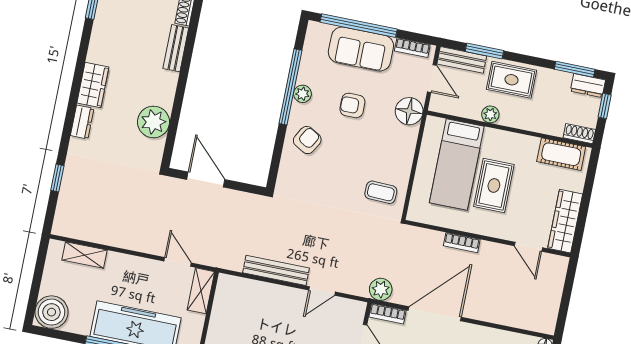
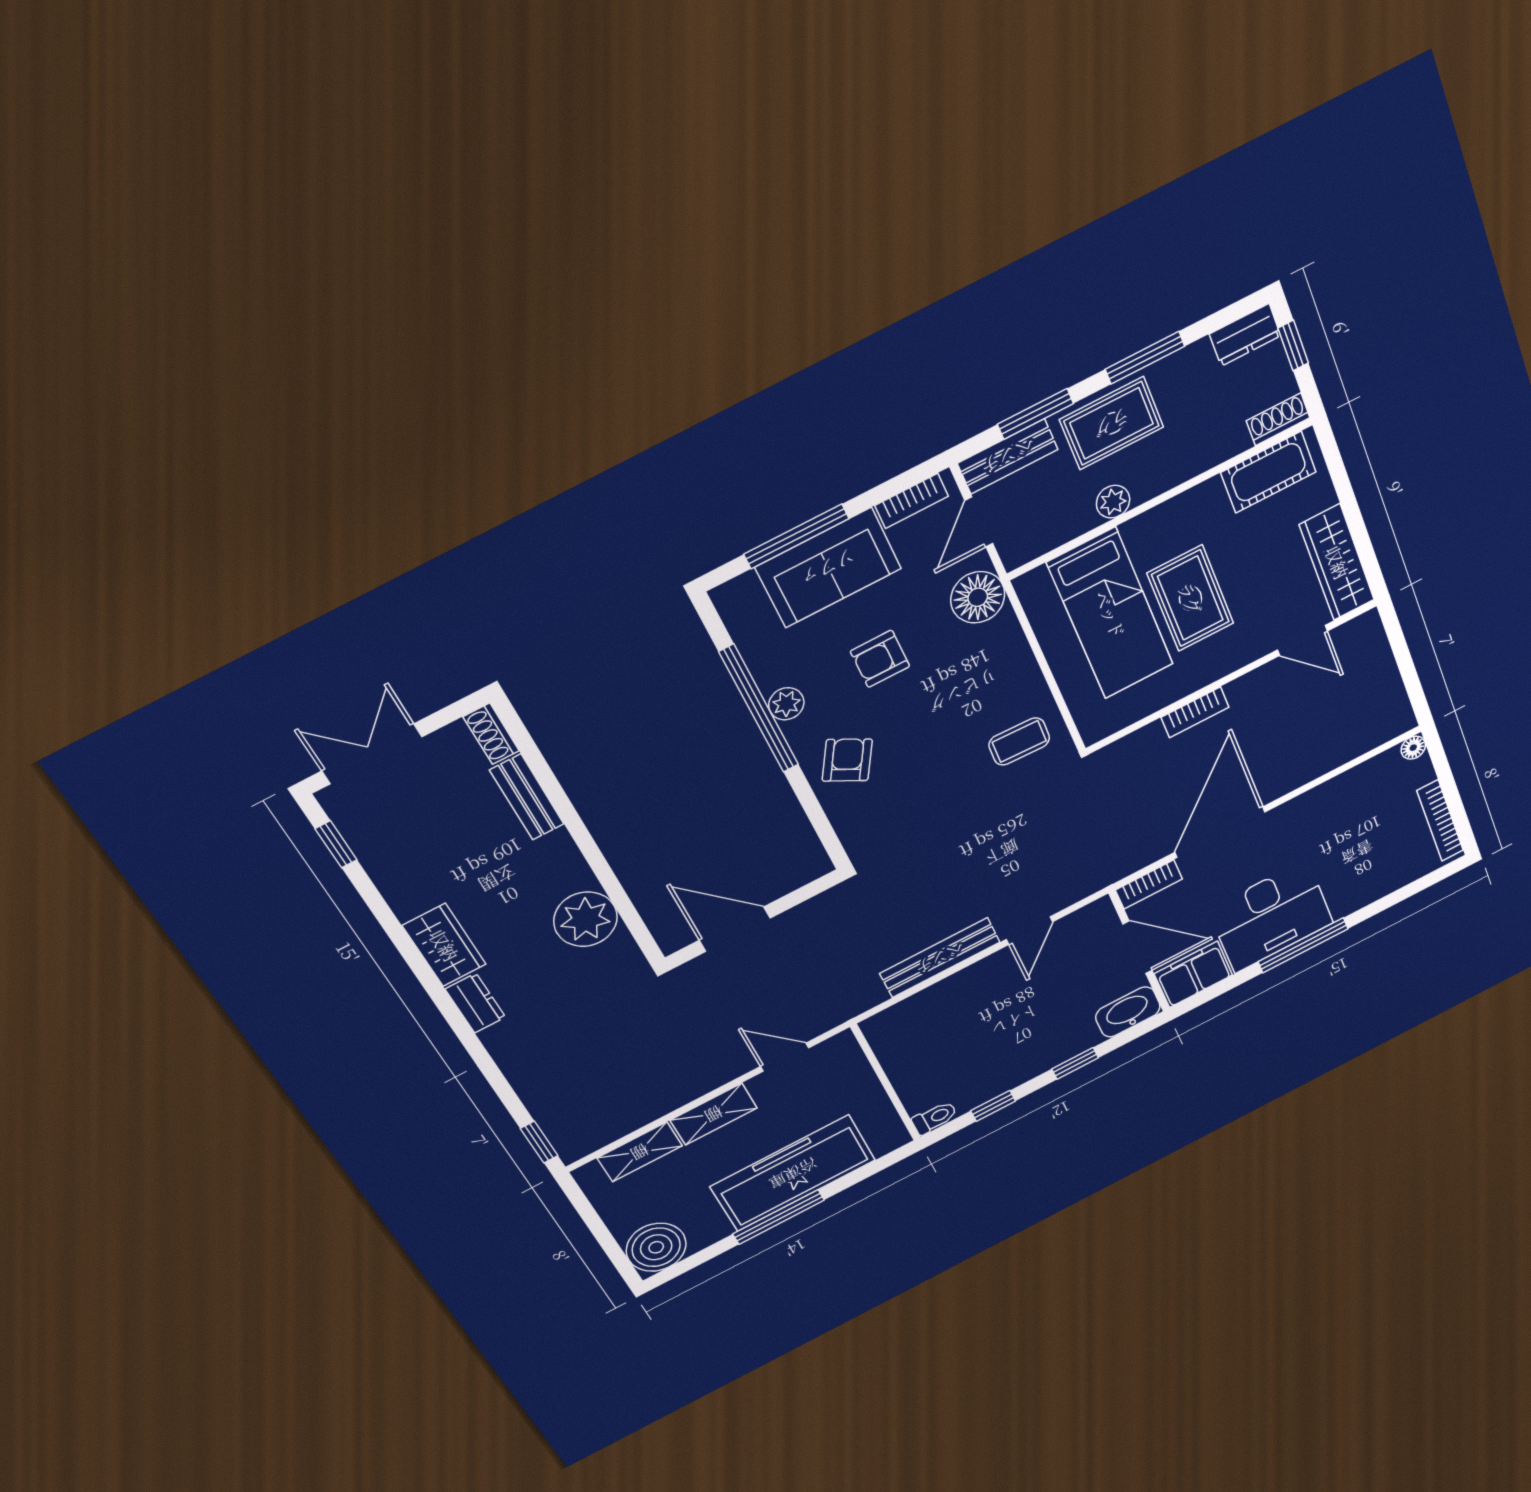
window: (359, 26) -> (796, 536), width x0.68
window: (575, 69) -> (1145, 358), moved
door: (432, 79) -> (979, 522), swing flipped
window: (57, 178) -> (539, 1142), moved
plant: (381, 289) -> (1116, 863), removed
shelving: (201, 291) -> (714, 1114), moved, turned 90

